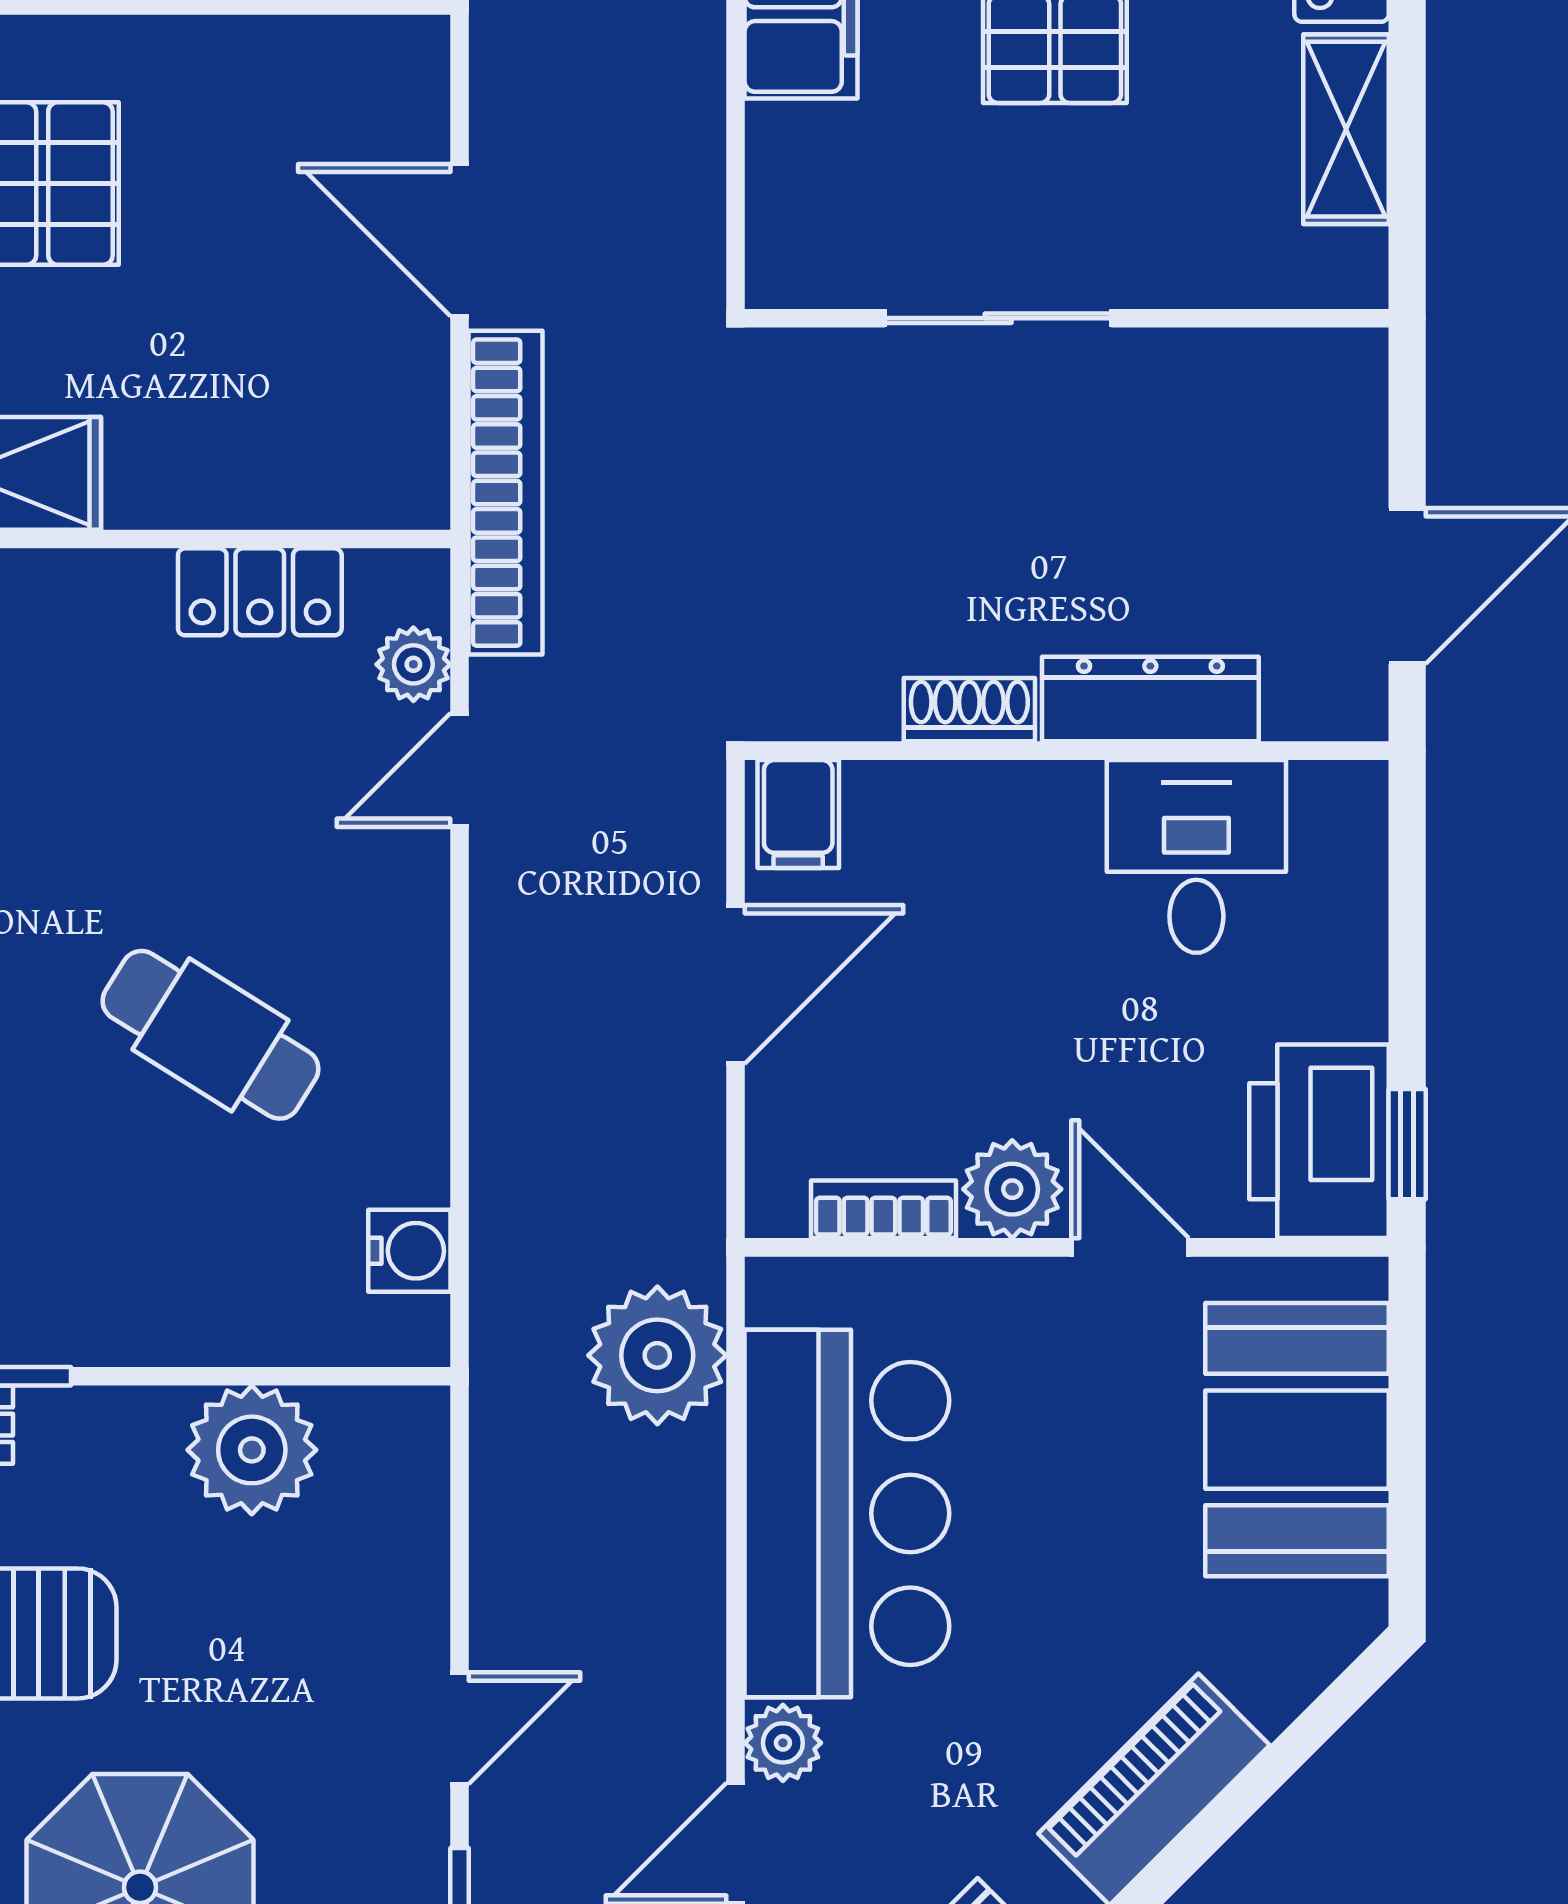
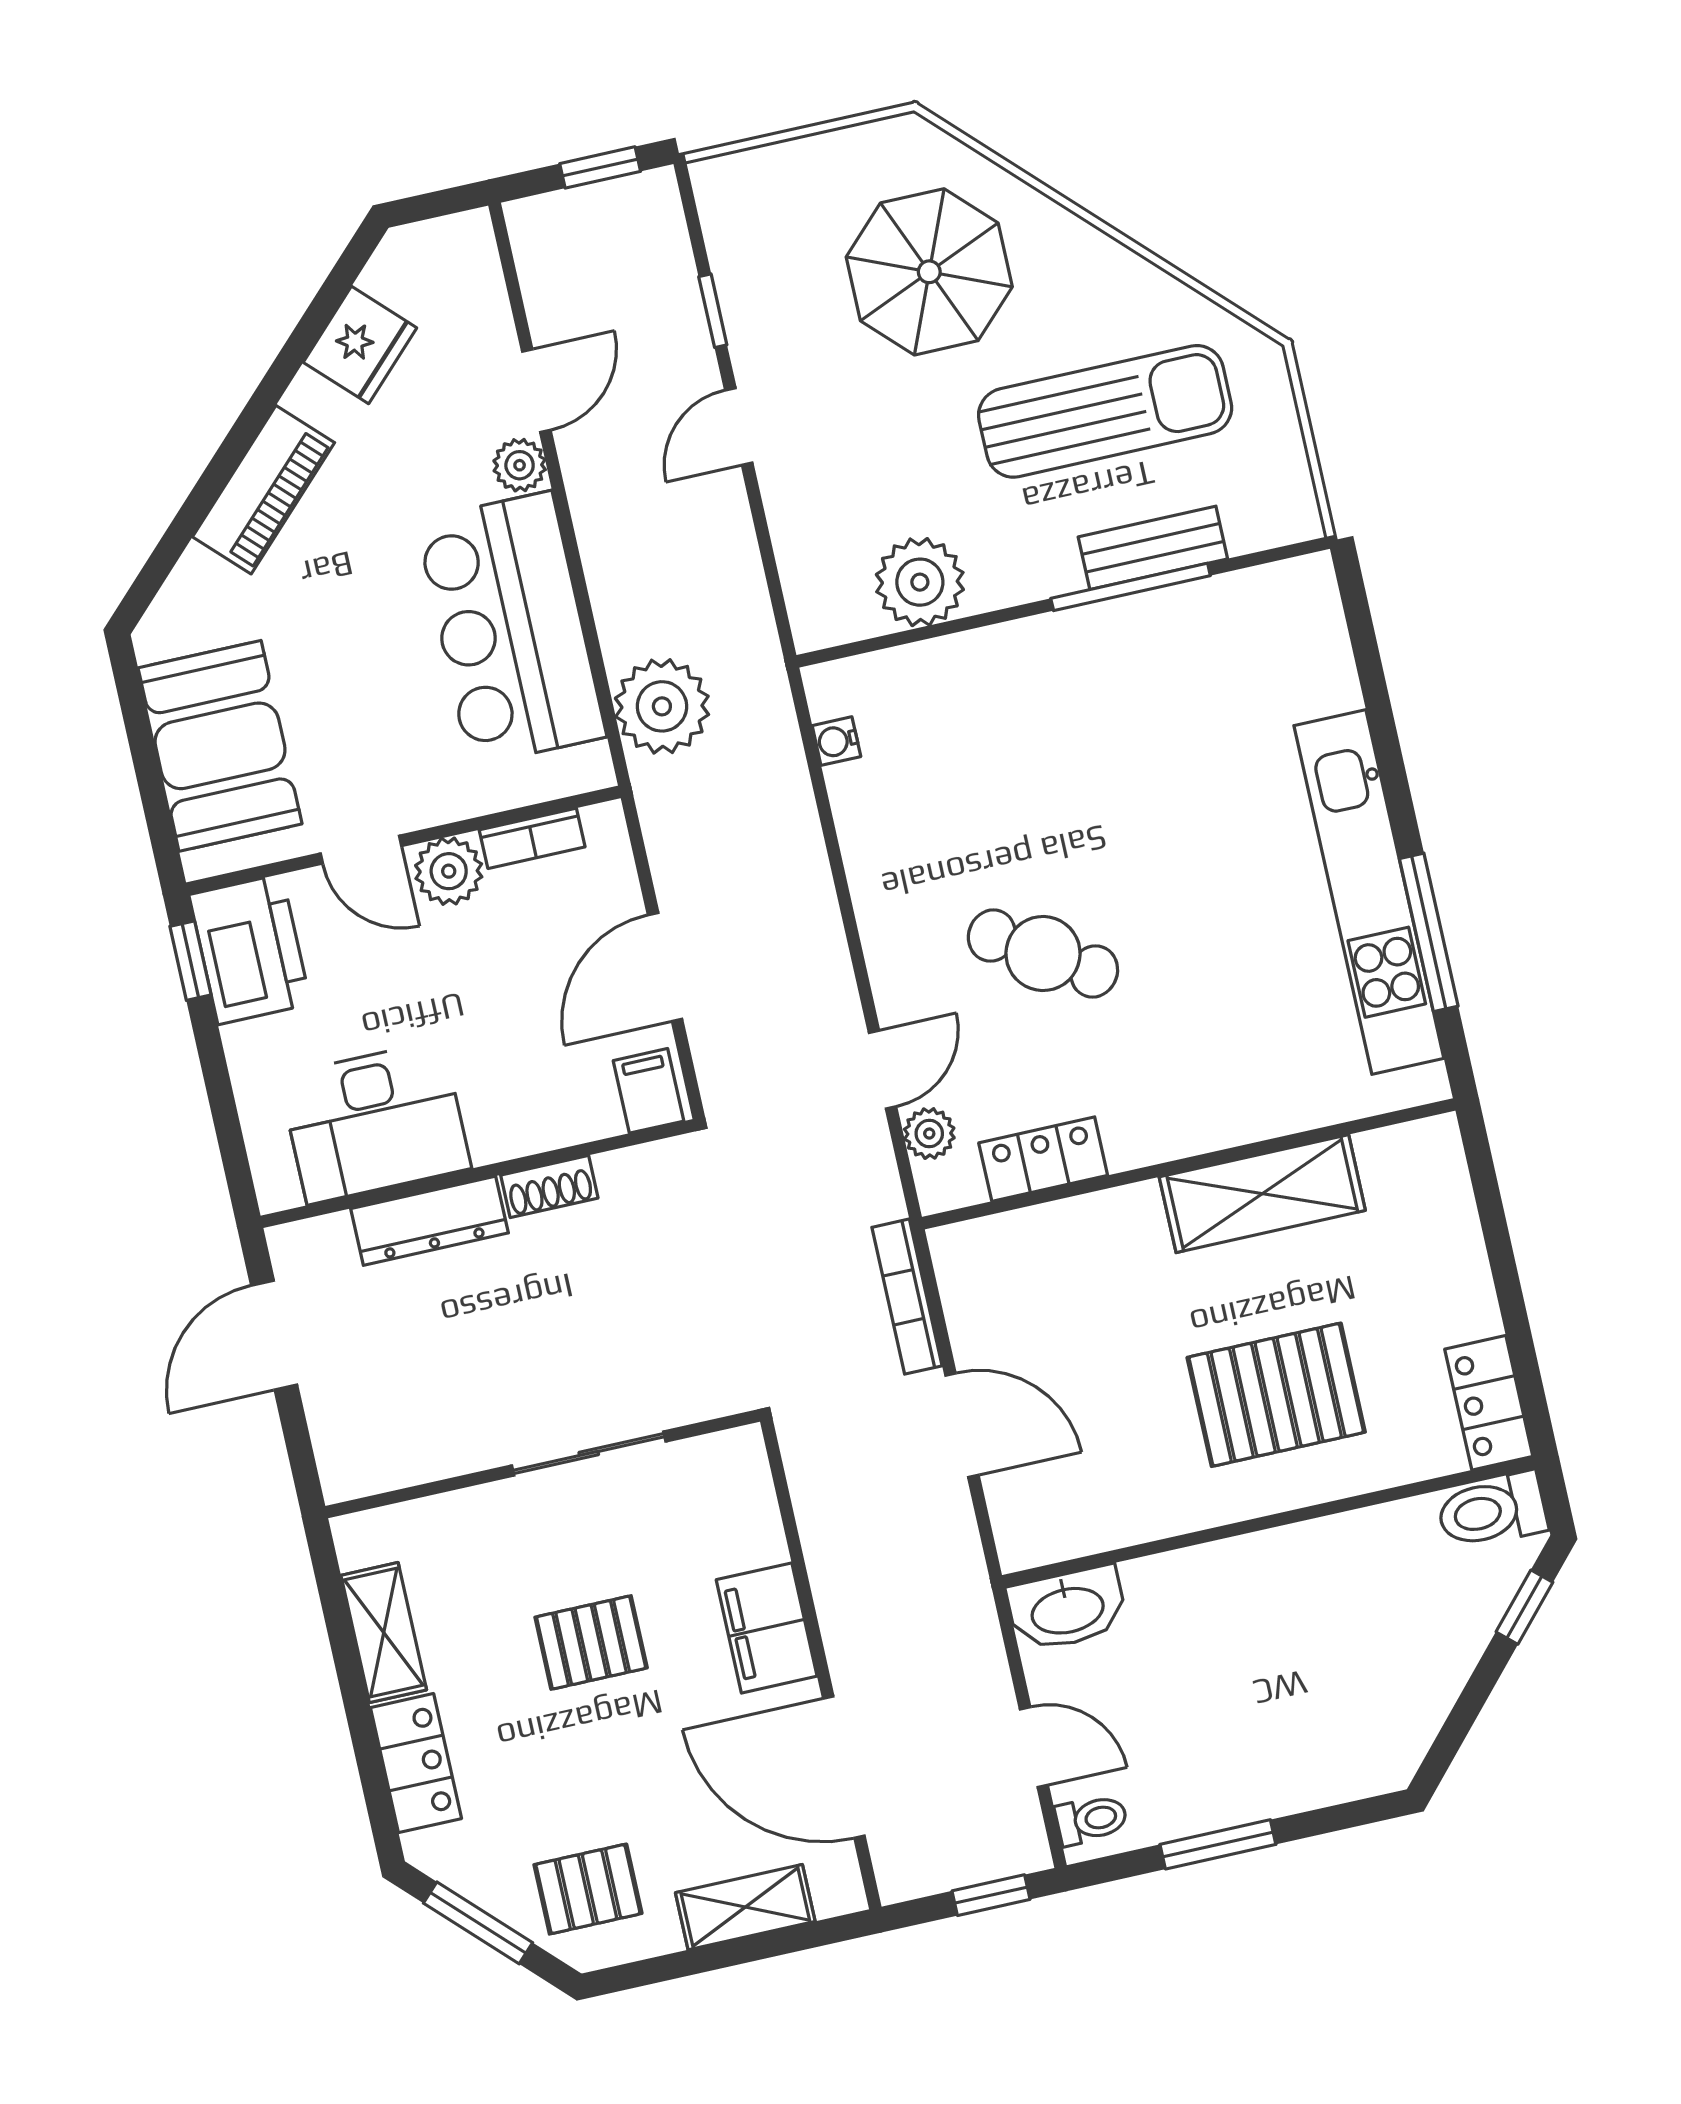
bookcase: (505, 493) -> (907, 1297), width x0.68, depth x0.76
desk: (1196, 856) -> (375, 1122), width x1.37
cafe table: (210, 1035) -> (1043, 954), moved
water cooler: (409, 1251) -> (836, 741), width x0.72, depth x0.72

